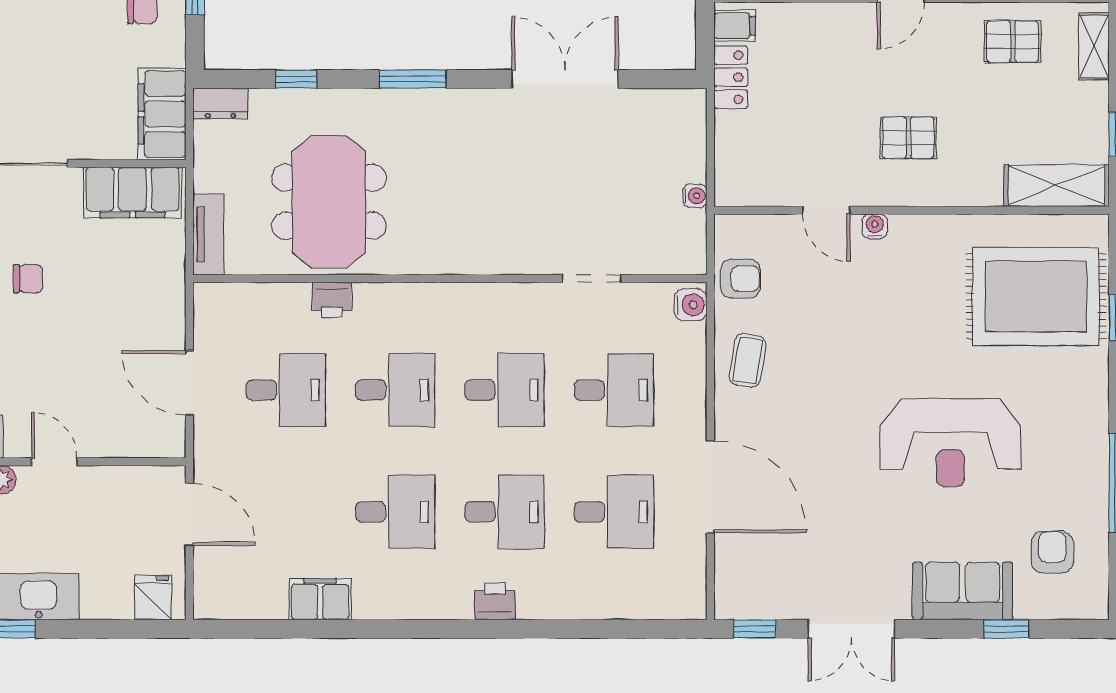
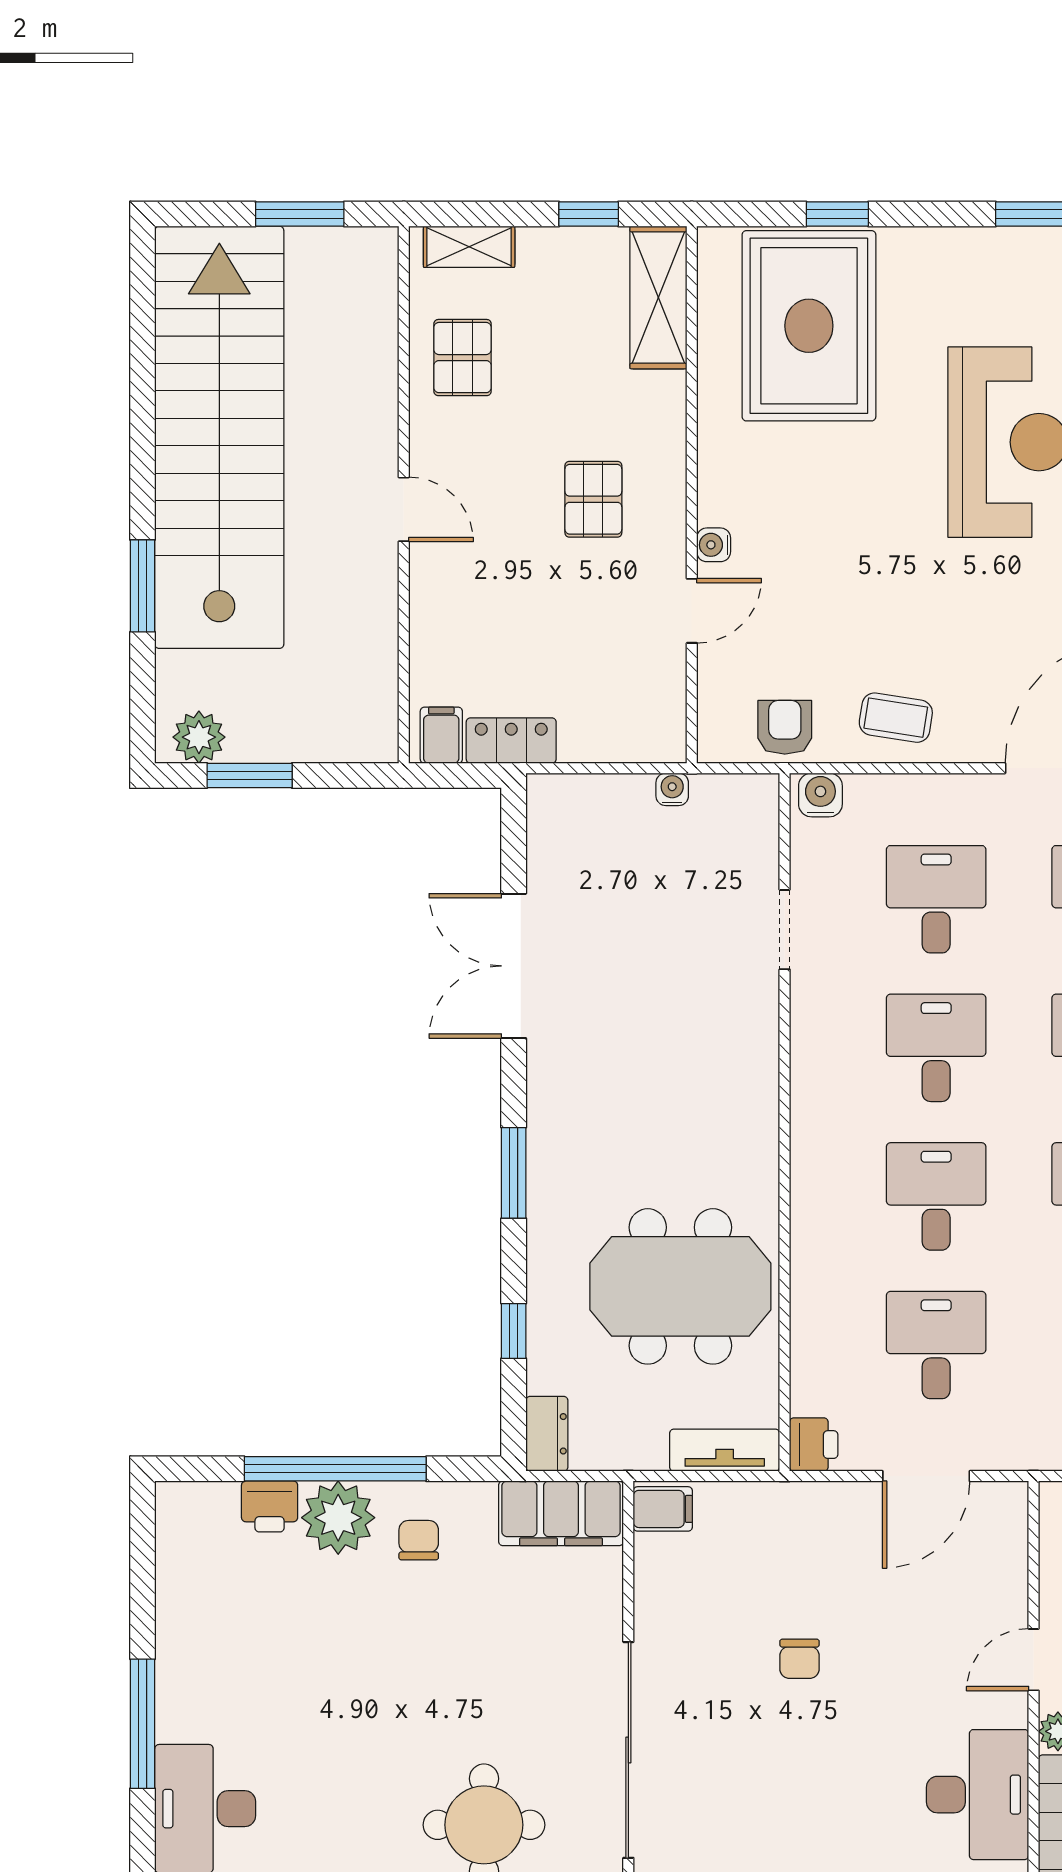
filing cabinet: (133, 192) -> (663, 1509), width x0.33, depth x0.86
chair: (28, 279) -> (800, 1659), moved, turned 180
printer: (332, 300) -> (814, 1445), moved

